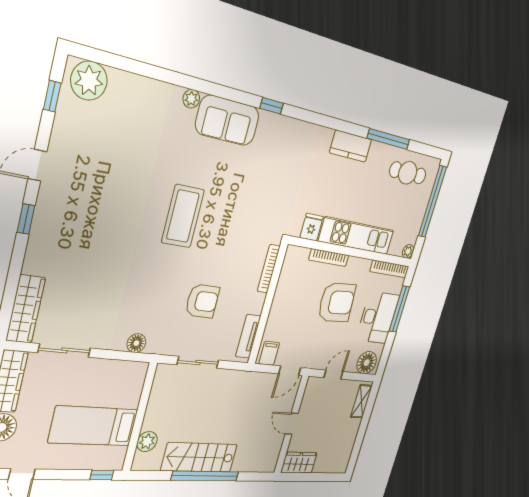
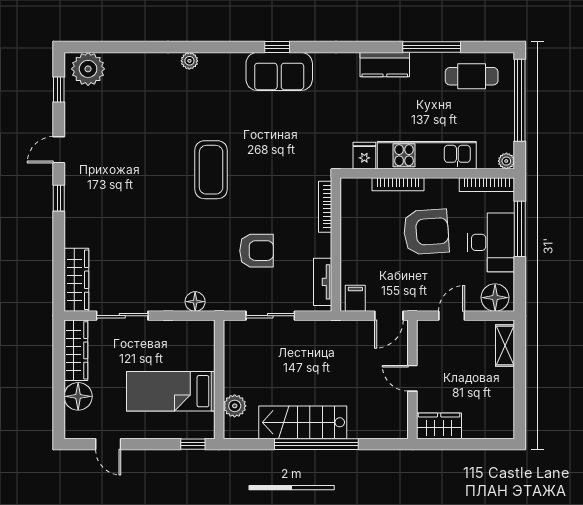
sofa: (227, 120) -> (279, 71), moved

